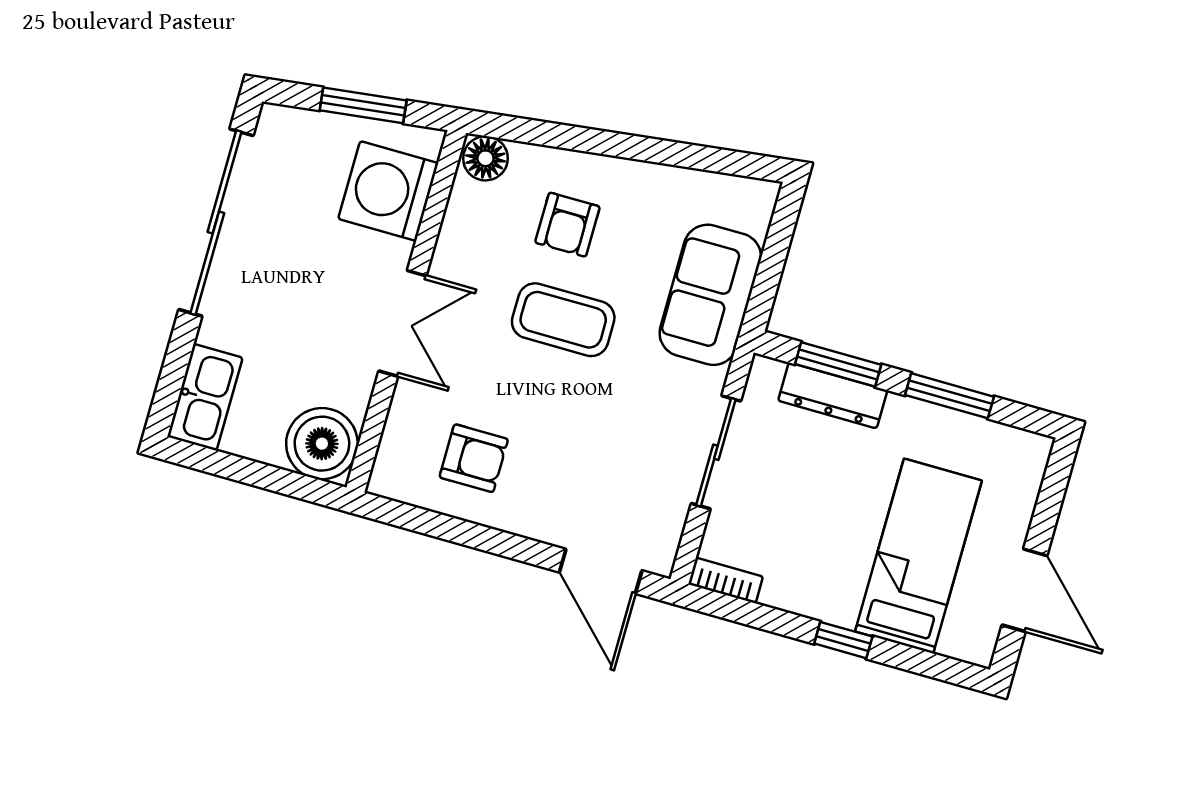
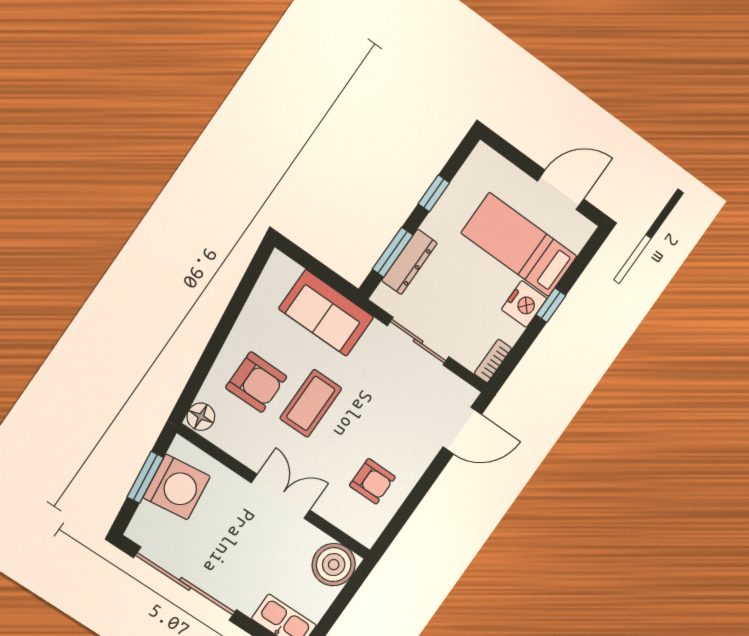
washing machine: (388, 191) -> (177, 487), moved, turned -97
armchair: (567, 225) -> (256, 382), width x1.38, depth x1.38
window: (950, 396) -> (434, 193), width x0.67
armchair: (474, 458) -> (372, 481), turned 90
nightstand: (830, 597) -> (524, 304), added

